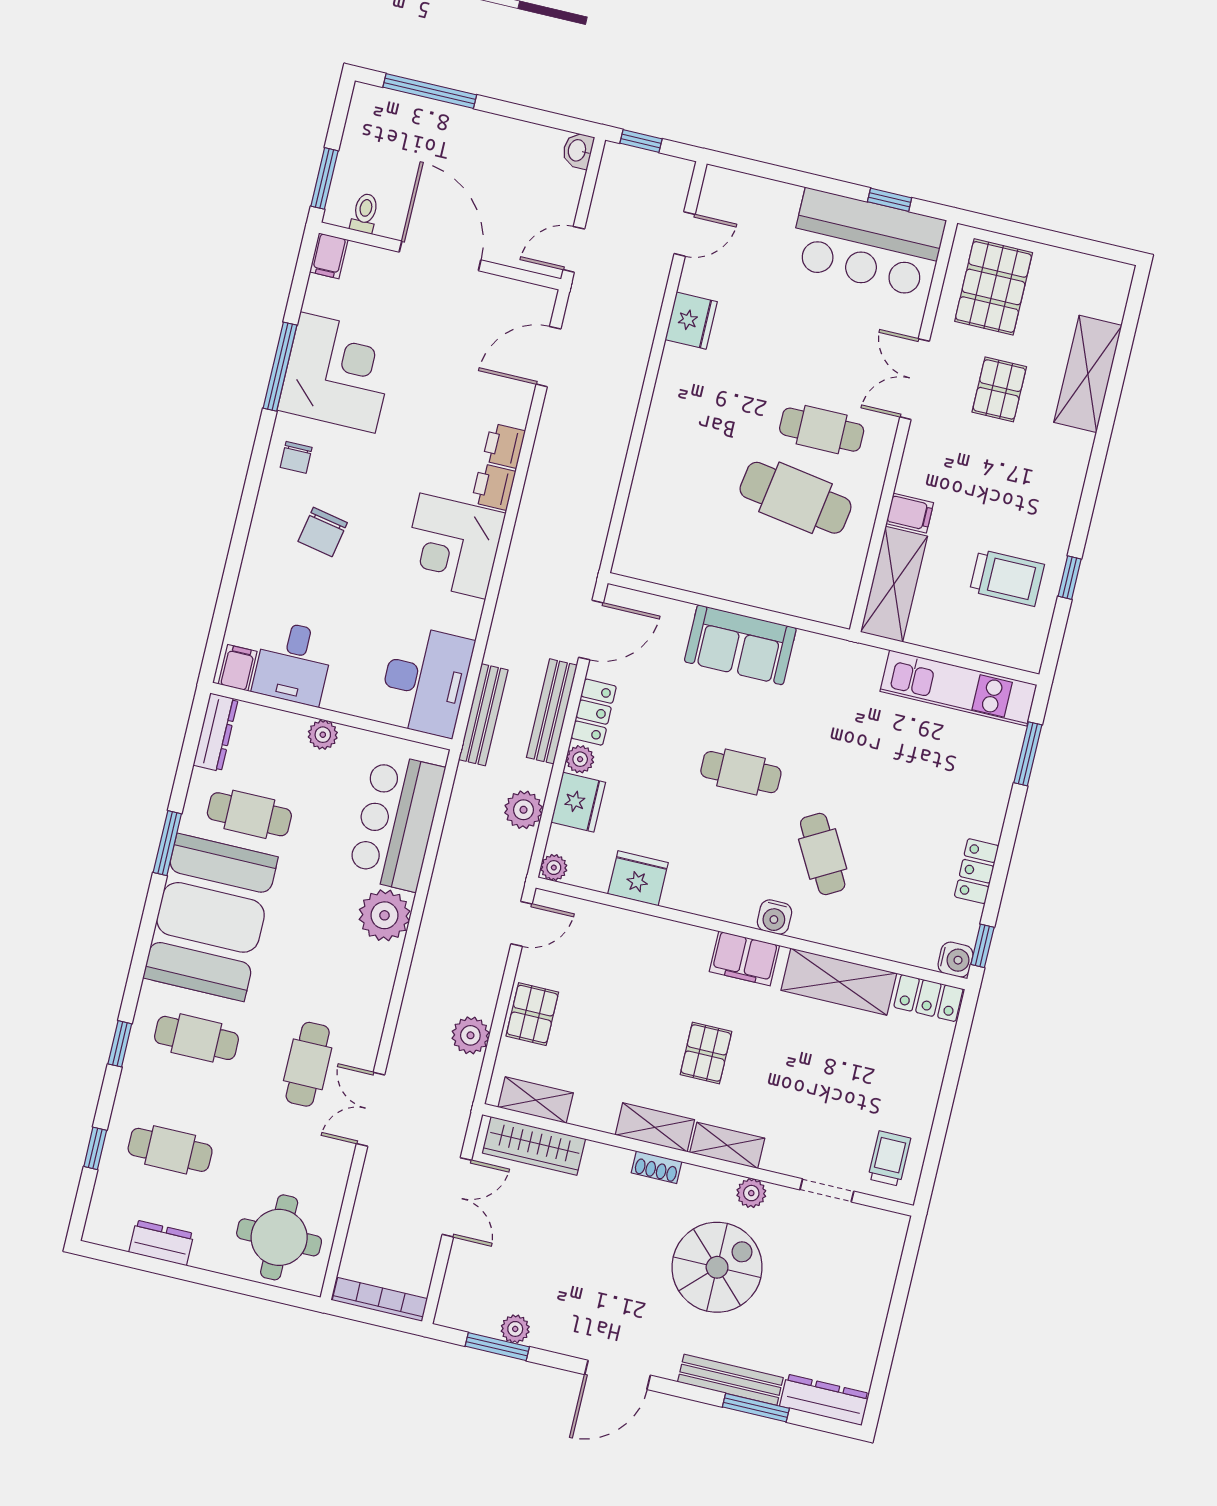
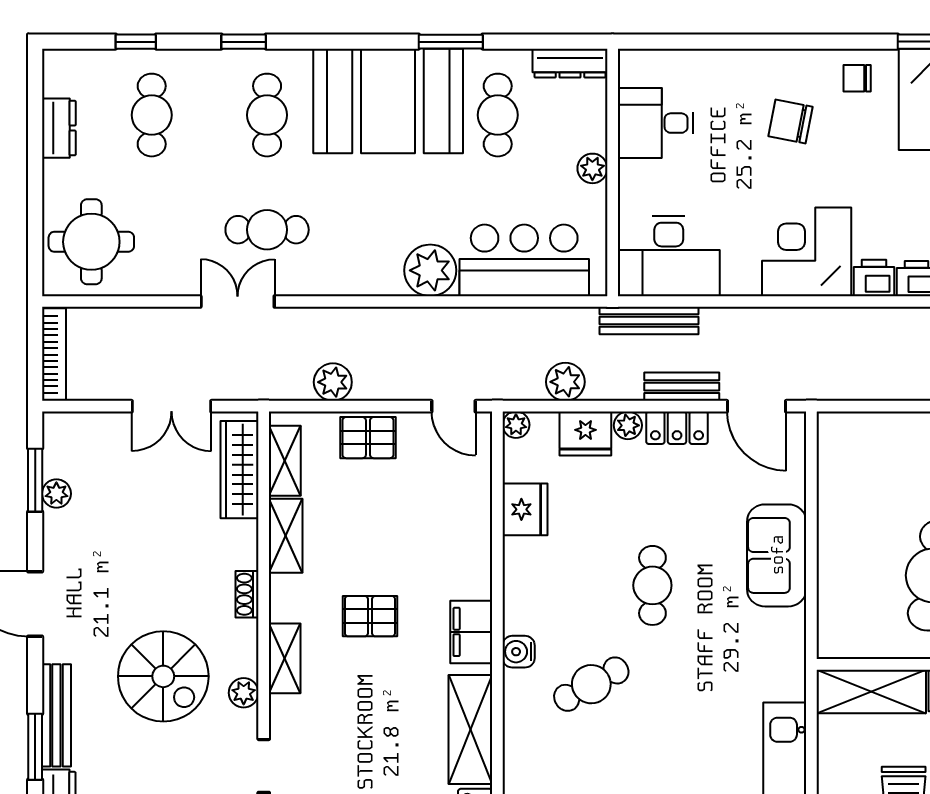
filing cabinet: (238, 668) -> (638, 70), removed
bench: (552, 711) -> (682, 387), width x0.73
shelving: (655, 1127) -> (286, 536), moved

